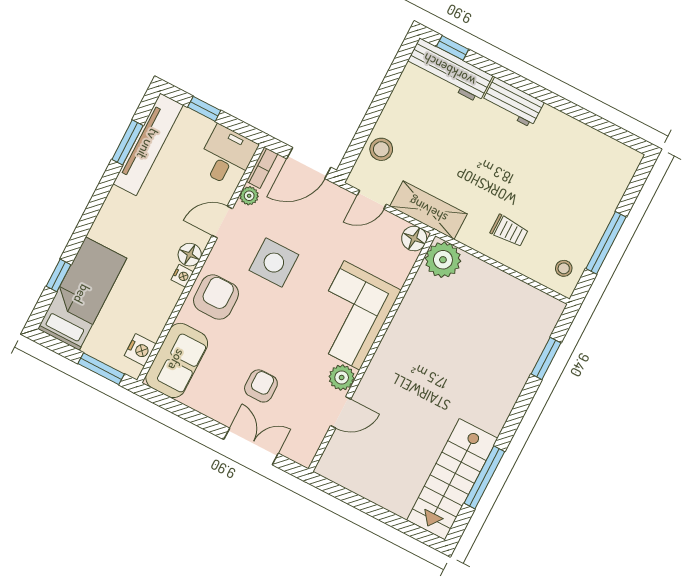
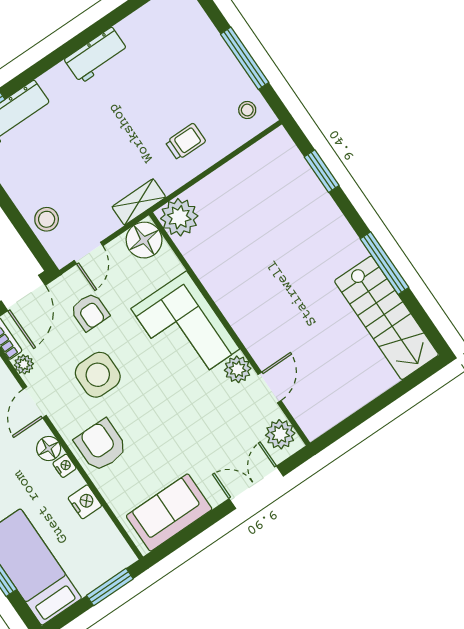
workbench: (513, 102) -> (96, 55), moved
shelving: (428, 210) -> (139, 202), width x0.67, depth x0.75
floor lamp: (414, 238) -> (144, 240), width x1.38, depth x1.38
nightstand: (140, 350) -> (85, 502), moved
sofa: (177, 360) -> (169, 512), moved, turned -90
armchair: (261, 386) -> (90, 312), moved, turned 180
plant: (306, 443) -> (280, 434), added
window: (484, 477) -> (384, 263), moved

